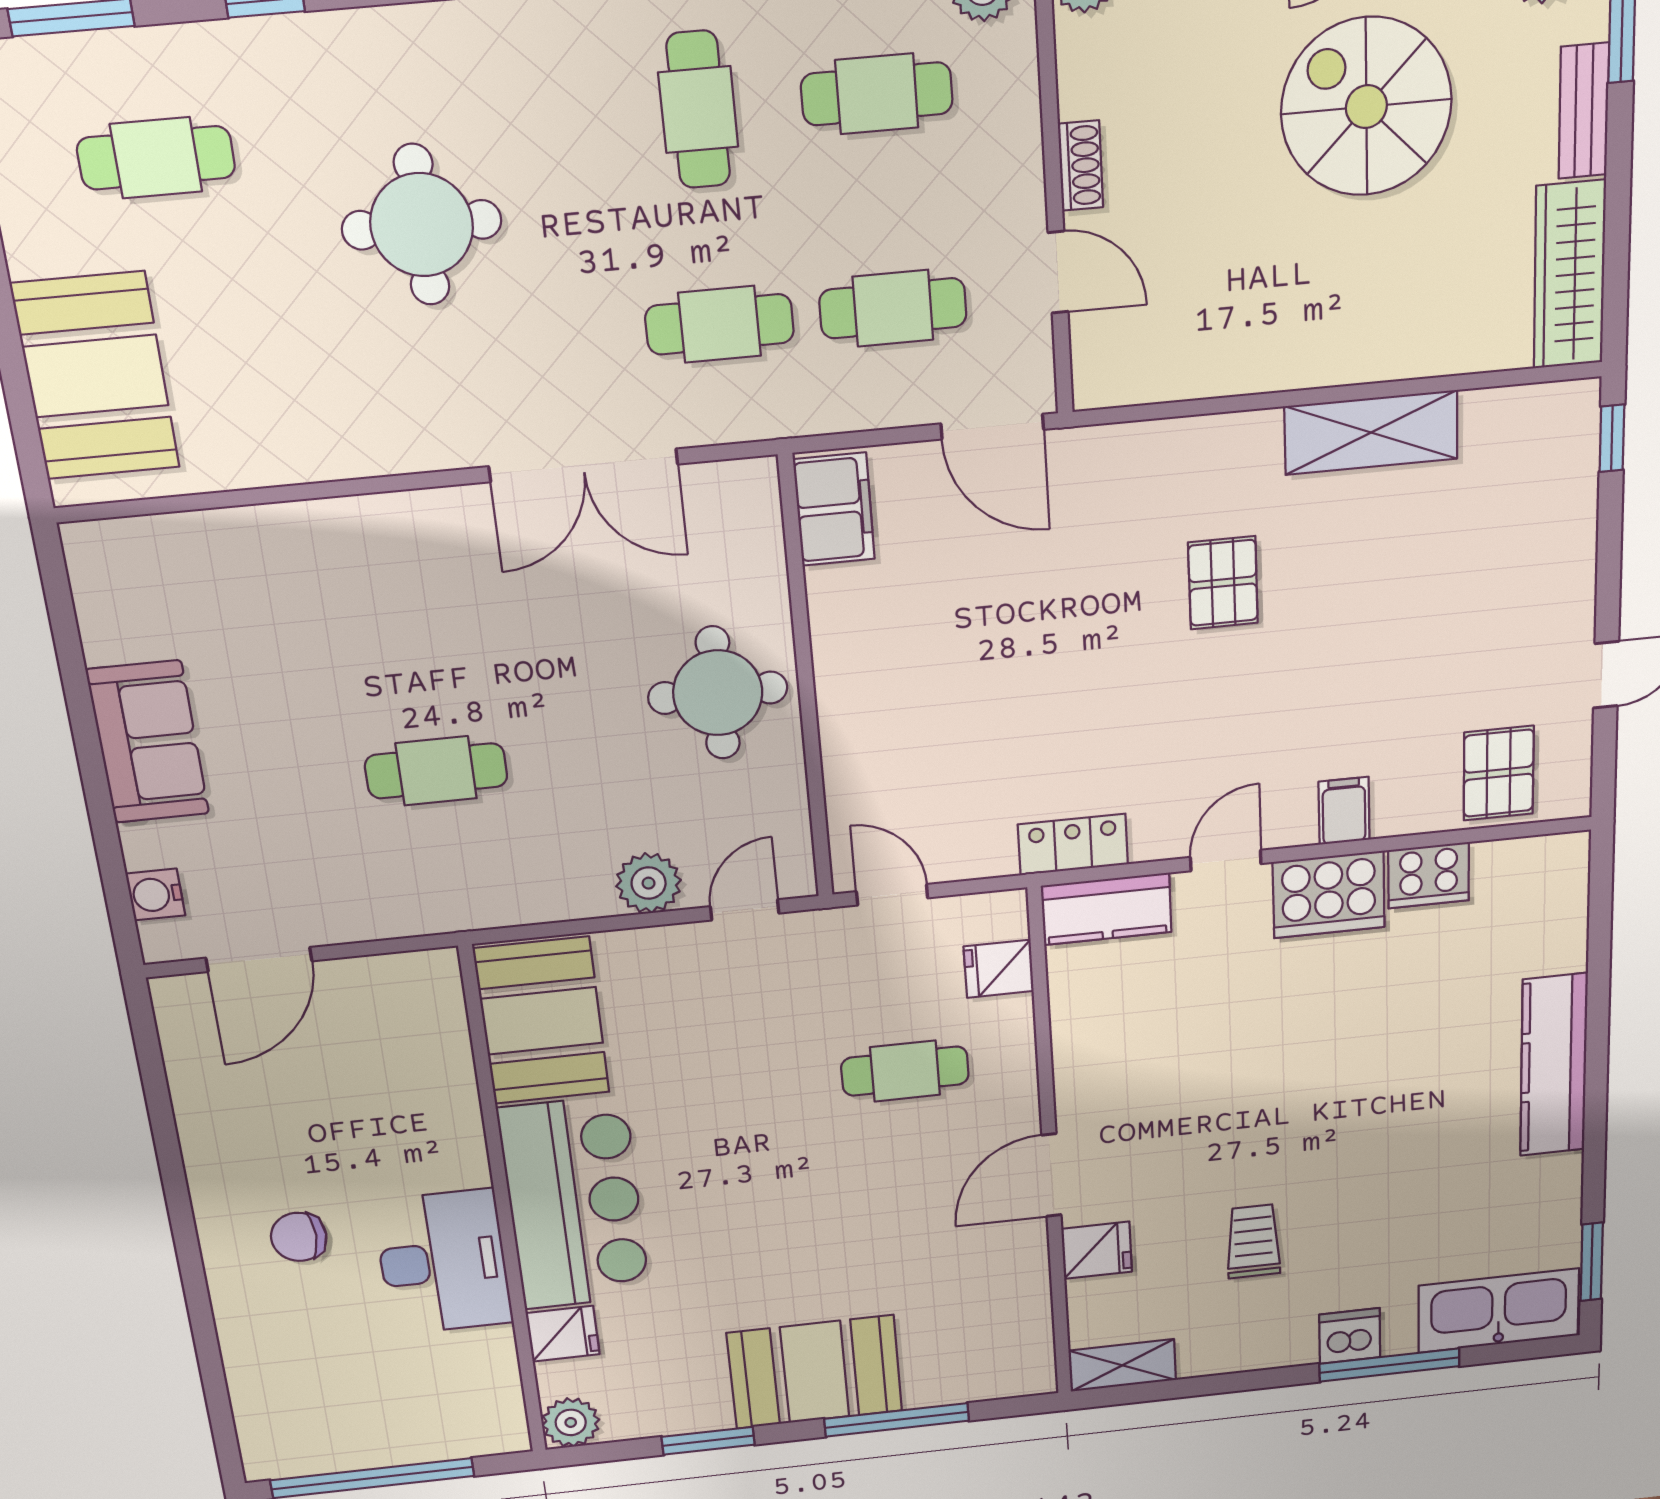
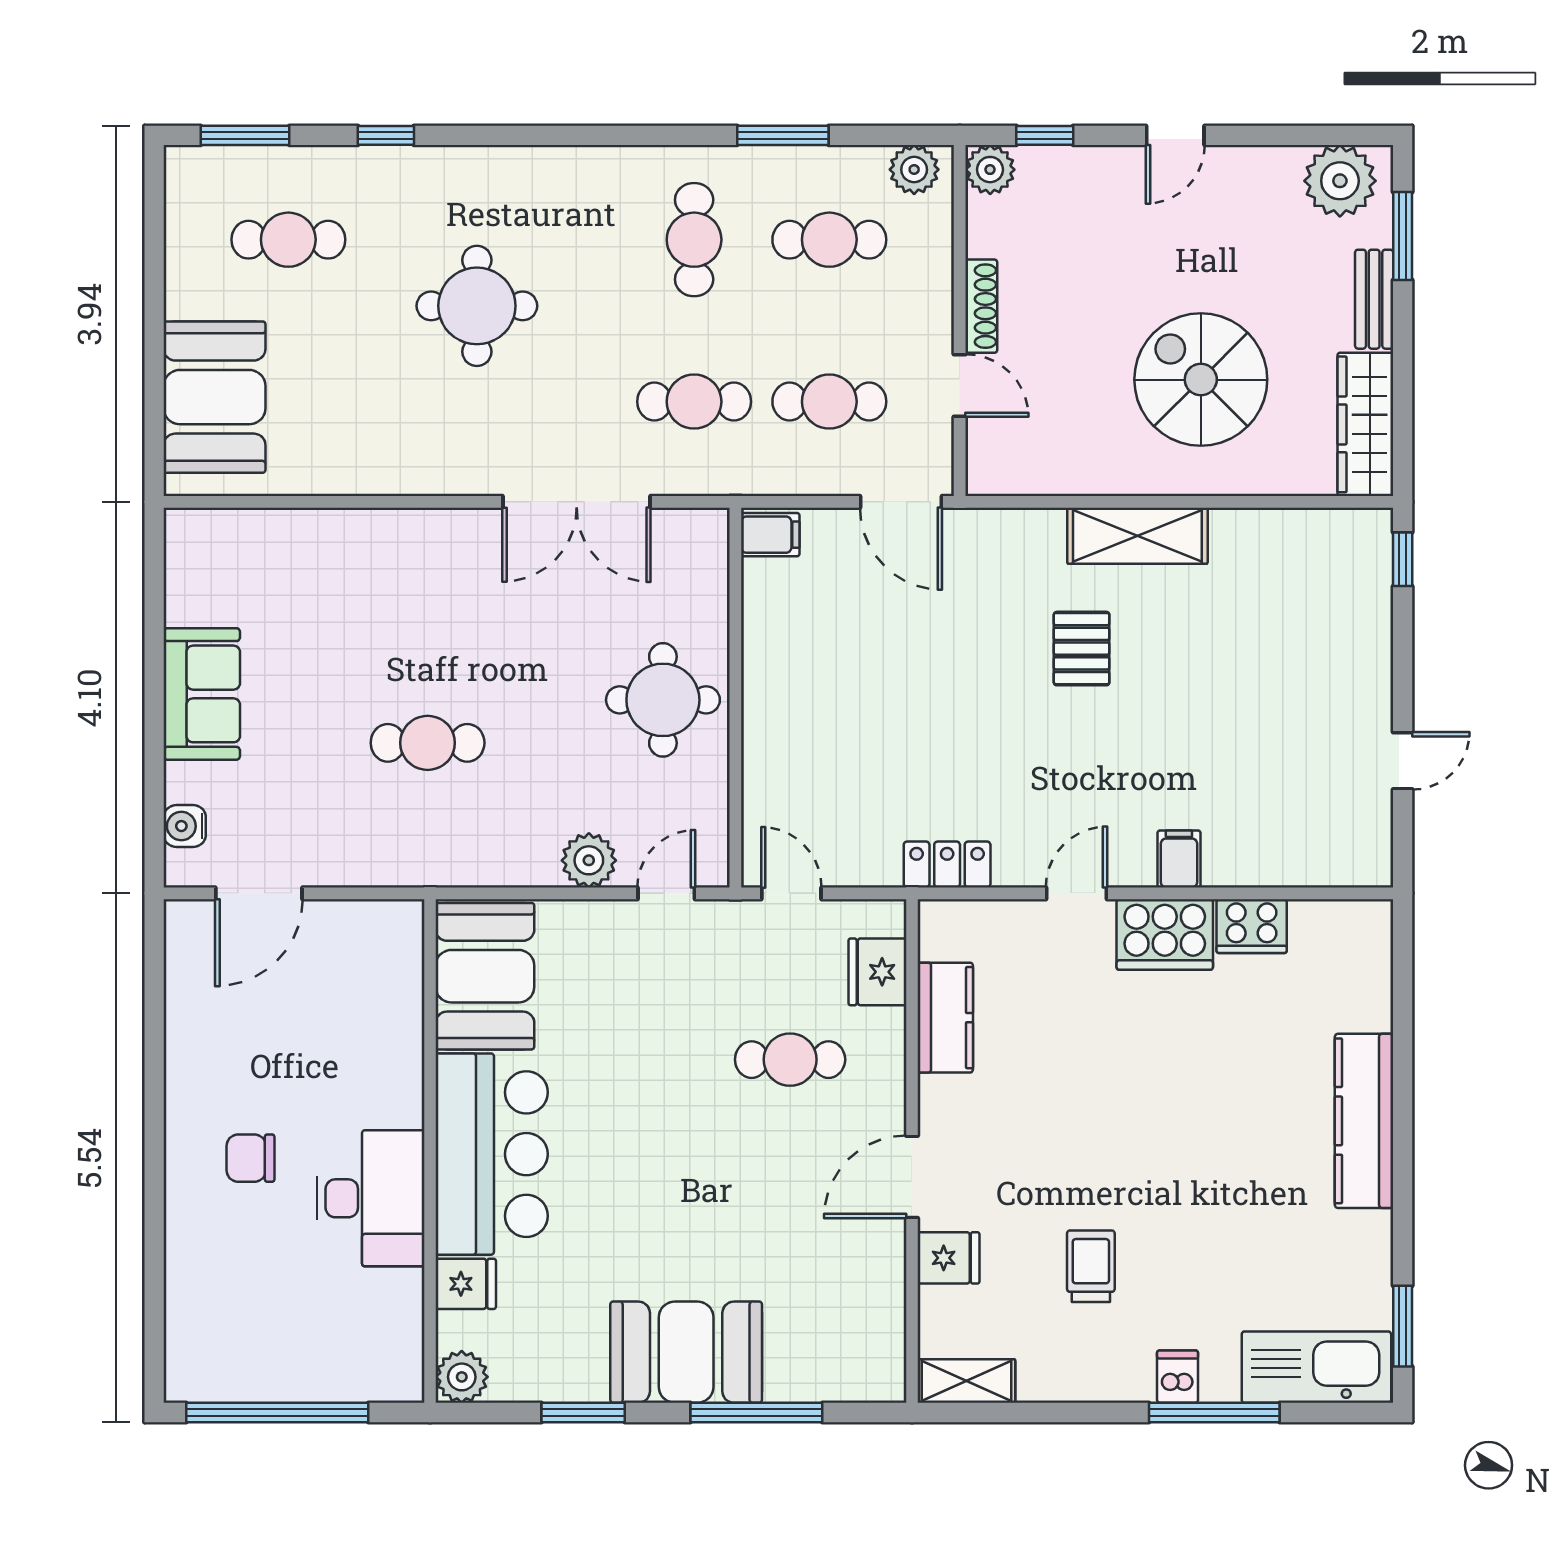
spiral stairs: (1366, 107) -> (1201, 380), moved
shoe rack: (1081, 166) -> (981, 306), width x1.43
shelving: (1371, 433) -> (1137, 536), moved
filing cabinet: (834, 509) -> (770, 535), width x0.50
pallet: (1499, 773) -> (1312, 839), removed
kitchen counter: (1106, 909) -> (945, 1018), moved, turned -90
fridge: (999, 969) -> (877, 972), width x1.38
dishwasher: (1350, 1336) -> (1178, 1377), width x0.73

